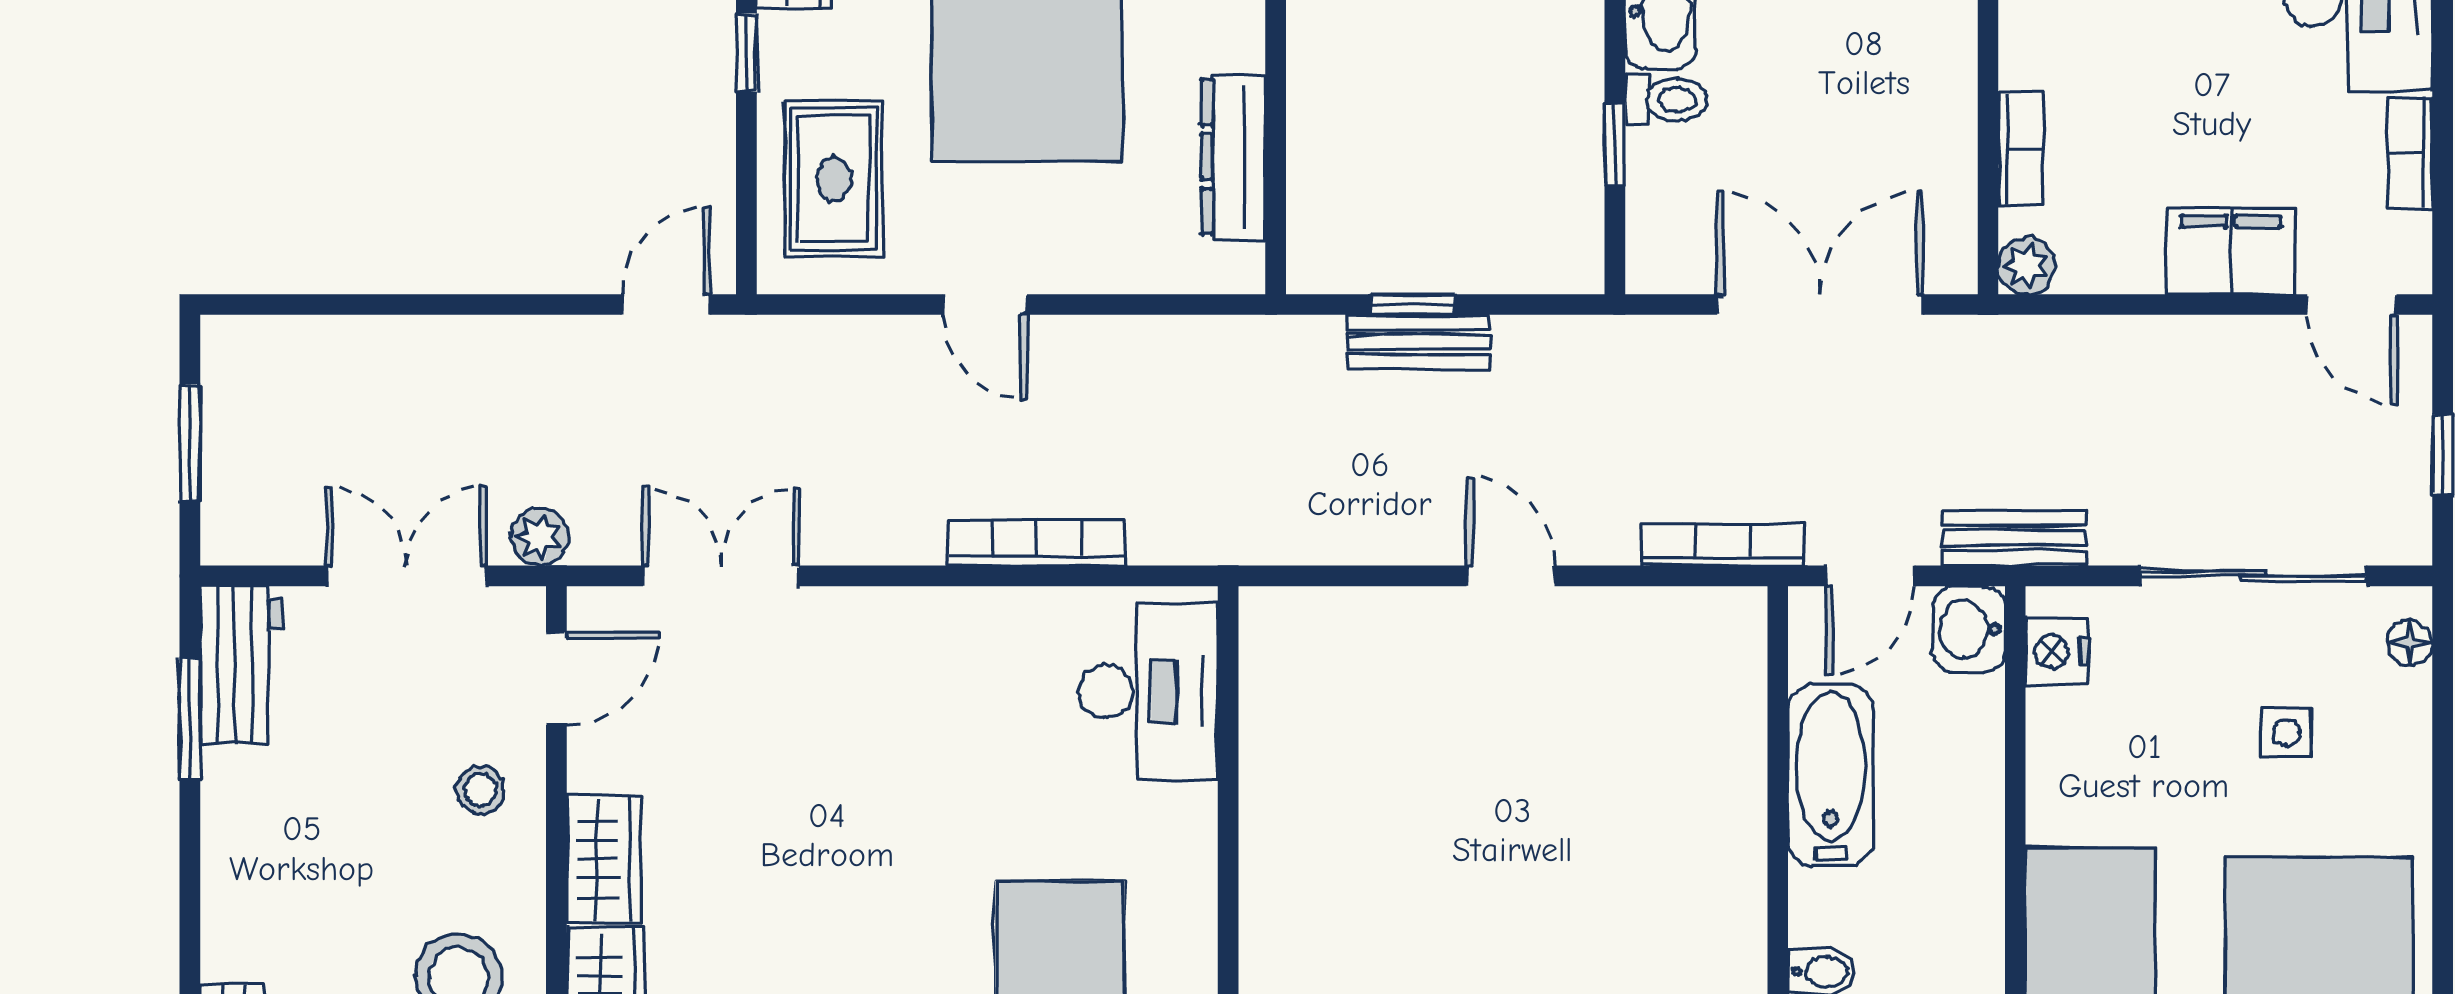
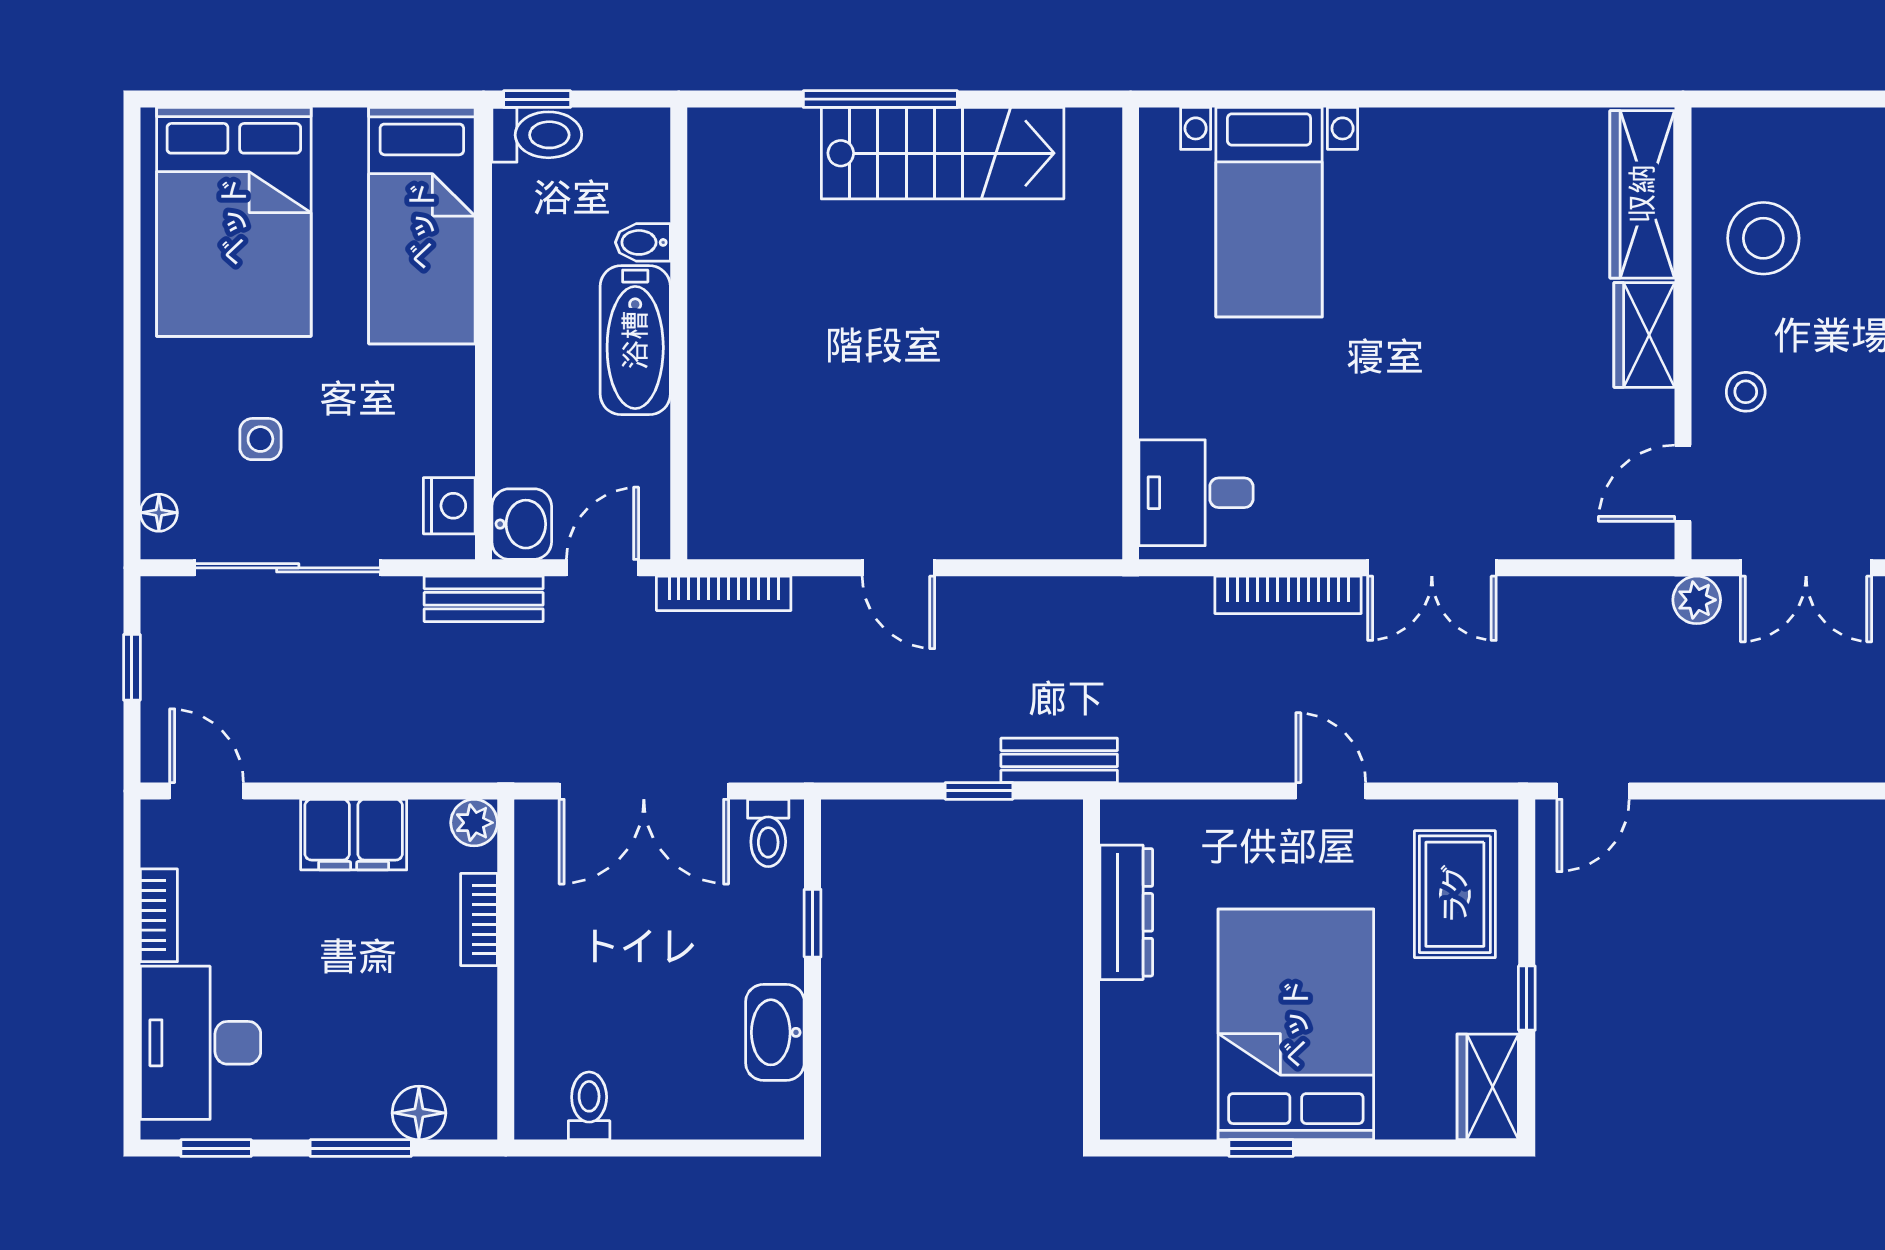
toilet: (1666, 100) -> (768, 833), moved, turned -90
filing cabinet: (2231, 251) -> (354, 835), moved
bench: (1419, 342) -> (1059, 760), moved
double door: (721, 576) -> (1432, 568), moved
desk: (1148, 691) -> (1196, 493), width x0.73
bathtub: (1831, 775) -> (635, 340), moved

